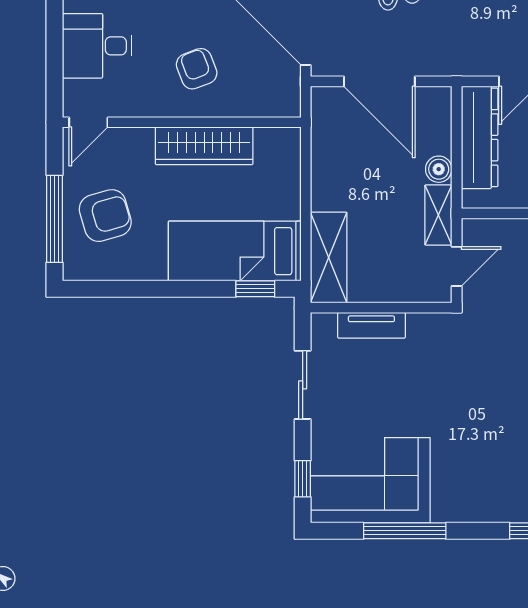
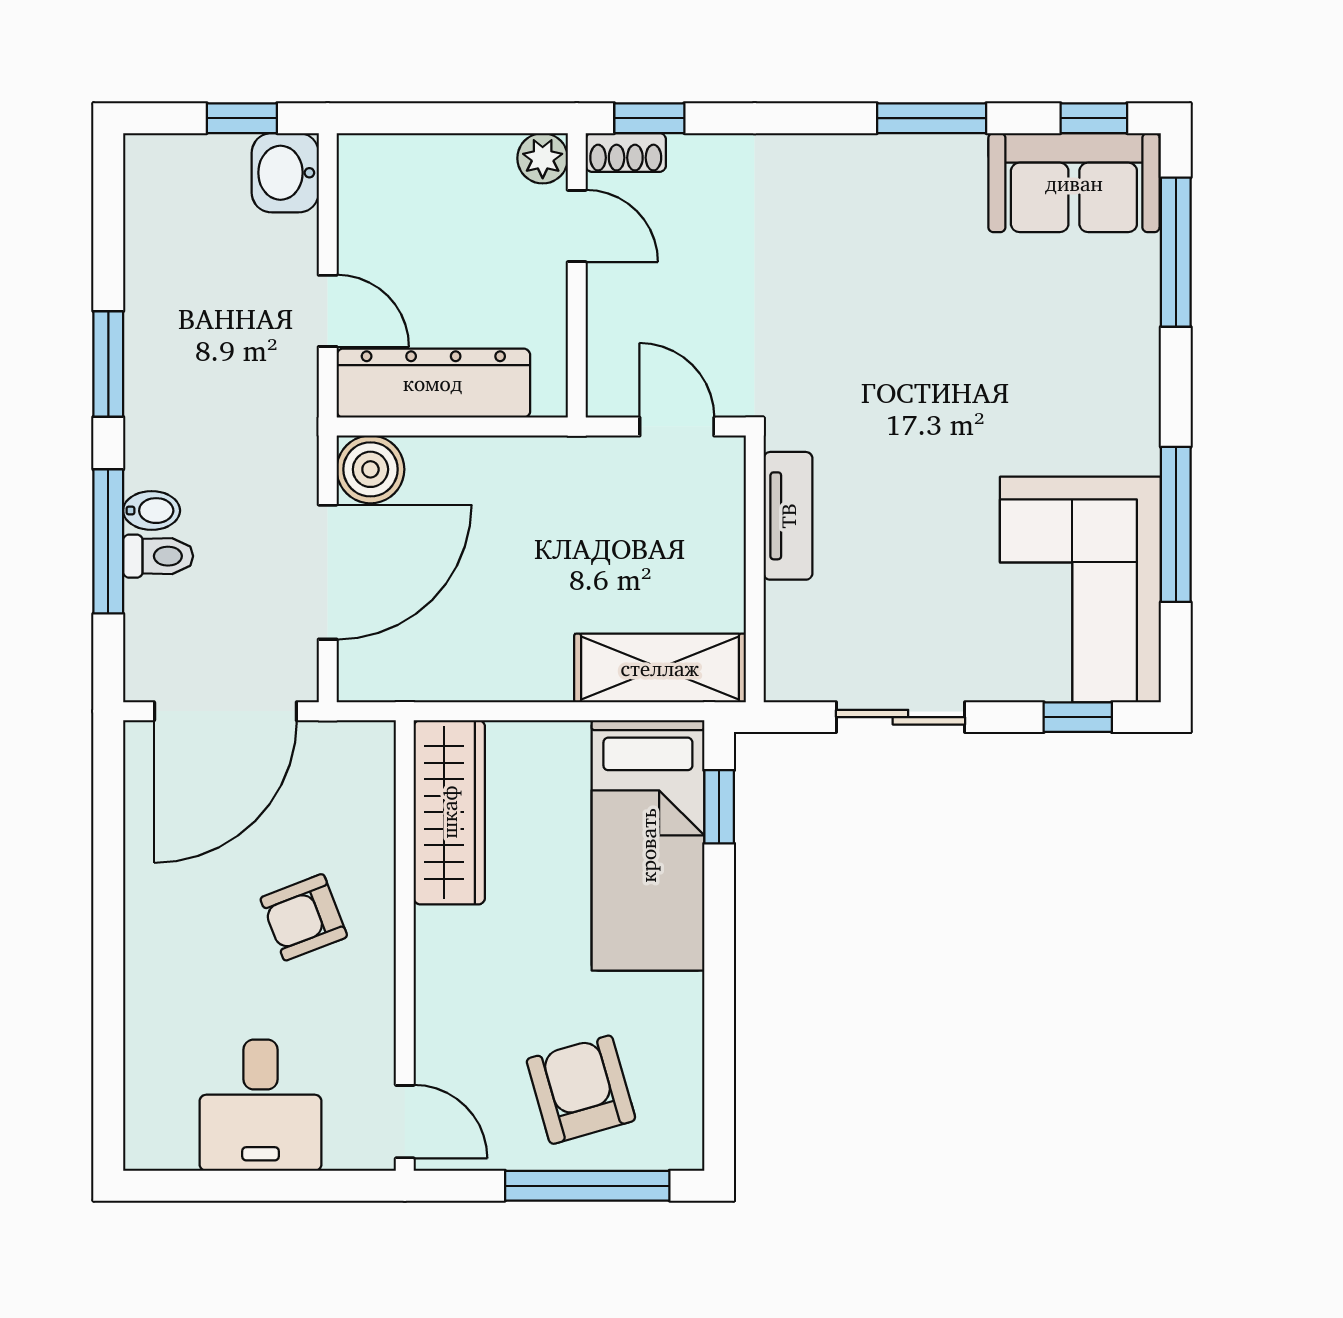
wardrobe: (204, 146) -> (449, 812), moved
boiler: (439, 169) -> (370, 469), moved, width x1.36, depth x1.36
shelving: (438, 215) -> (580, 461), removed
tv unit: (371, 325) -> (788, 516), moved

